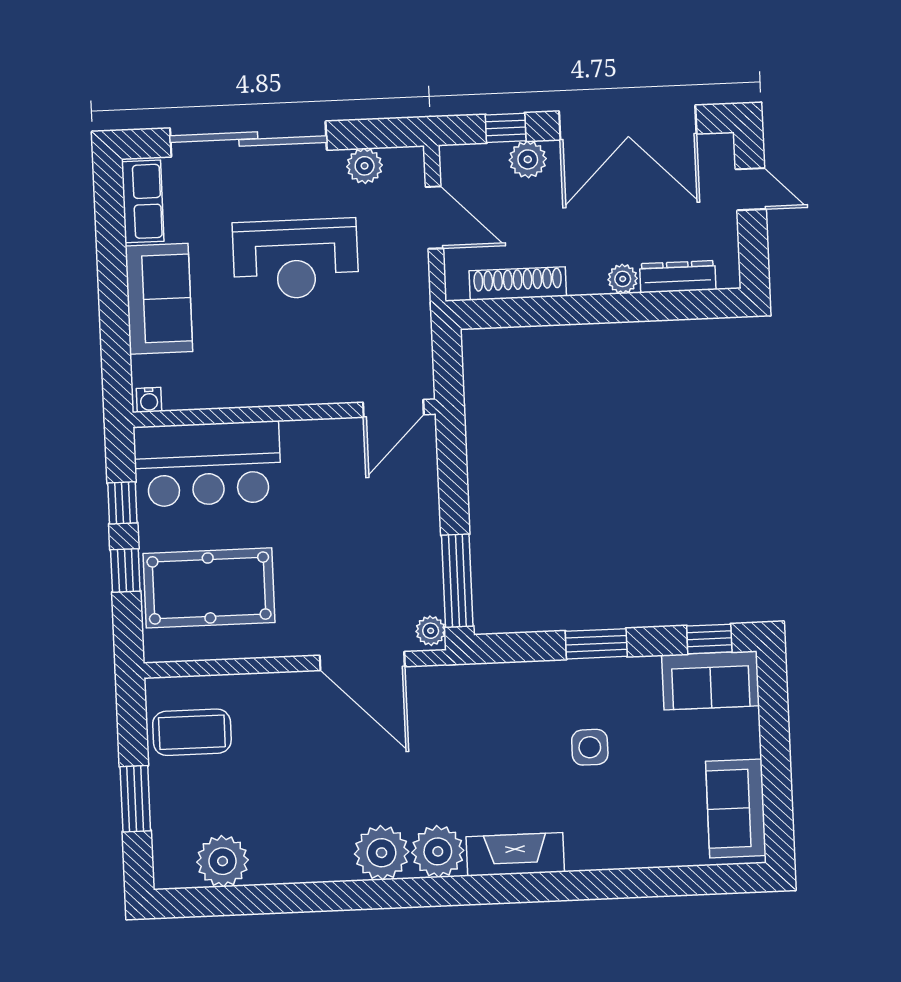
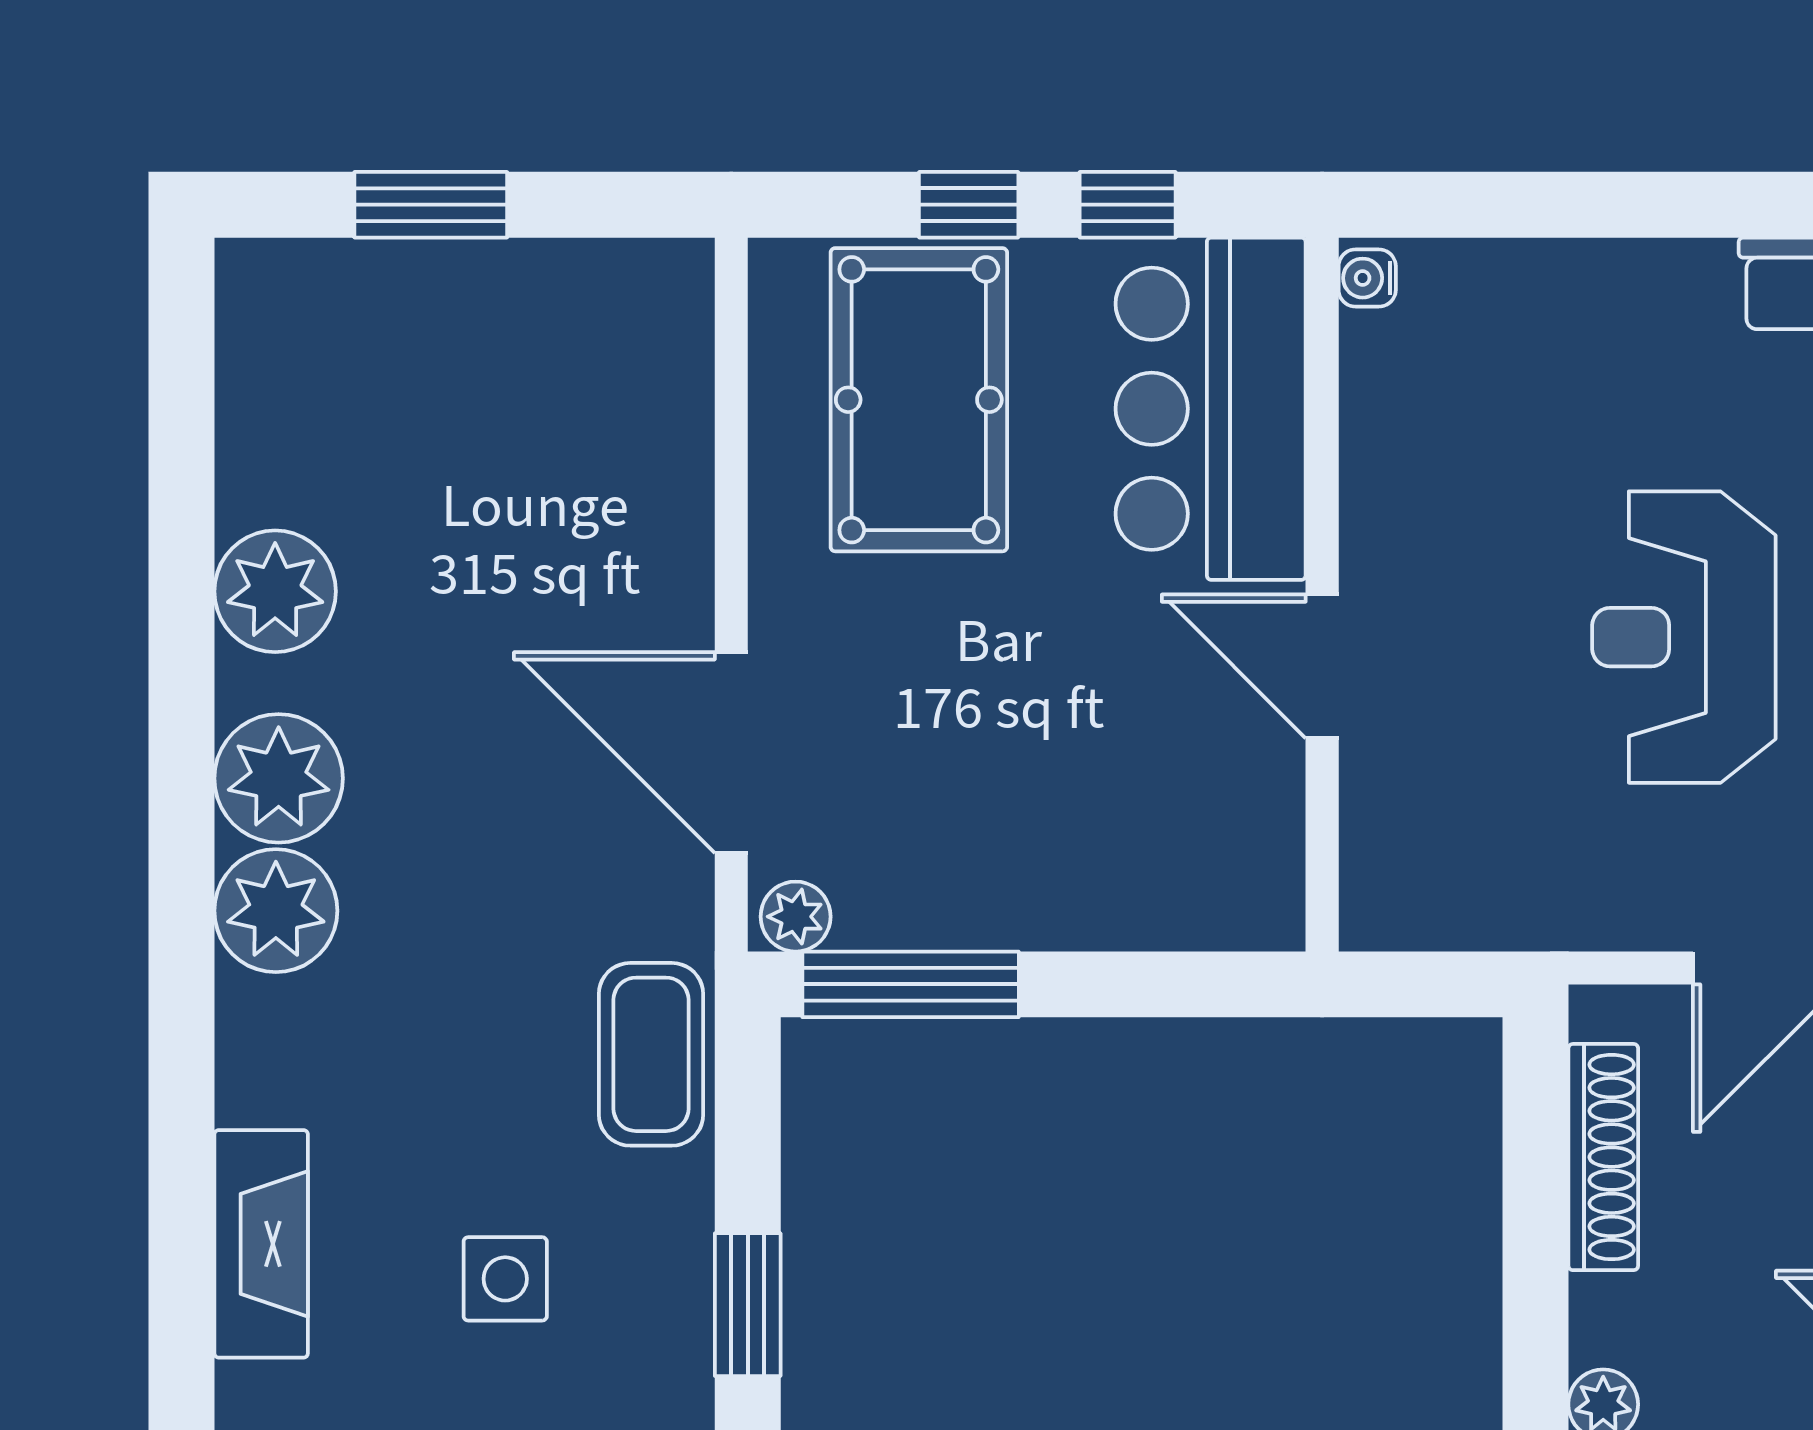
sofa: (159, 299) -> (1604, 312), removed
door: (393, 408) -> (1322, 666), moved
door: (362, 661) -> (731, 753), hinge flipped
coffee table: (192, 732) -> (651, 1054), moved
fireplace: (515, 854) -> (261, 1244), moved
plant: (223, 861) -> (275, 591), moved

